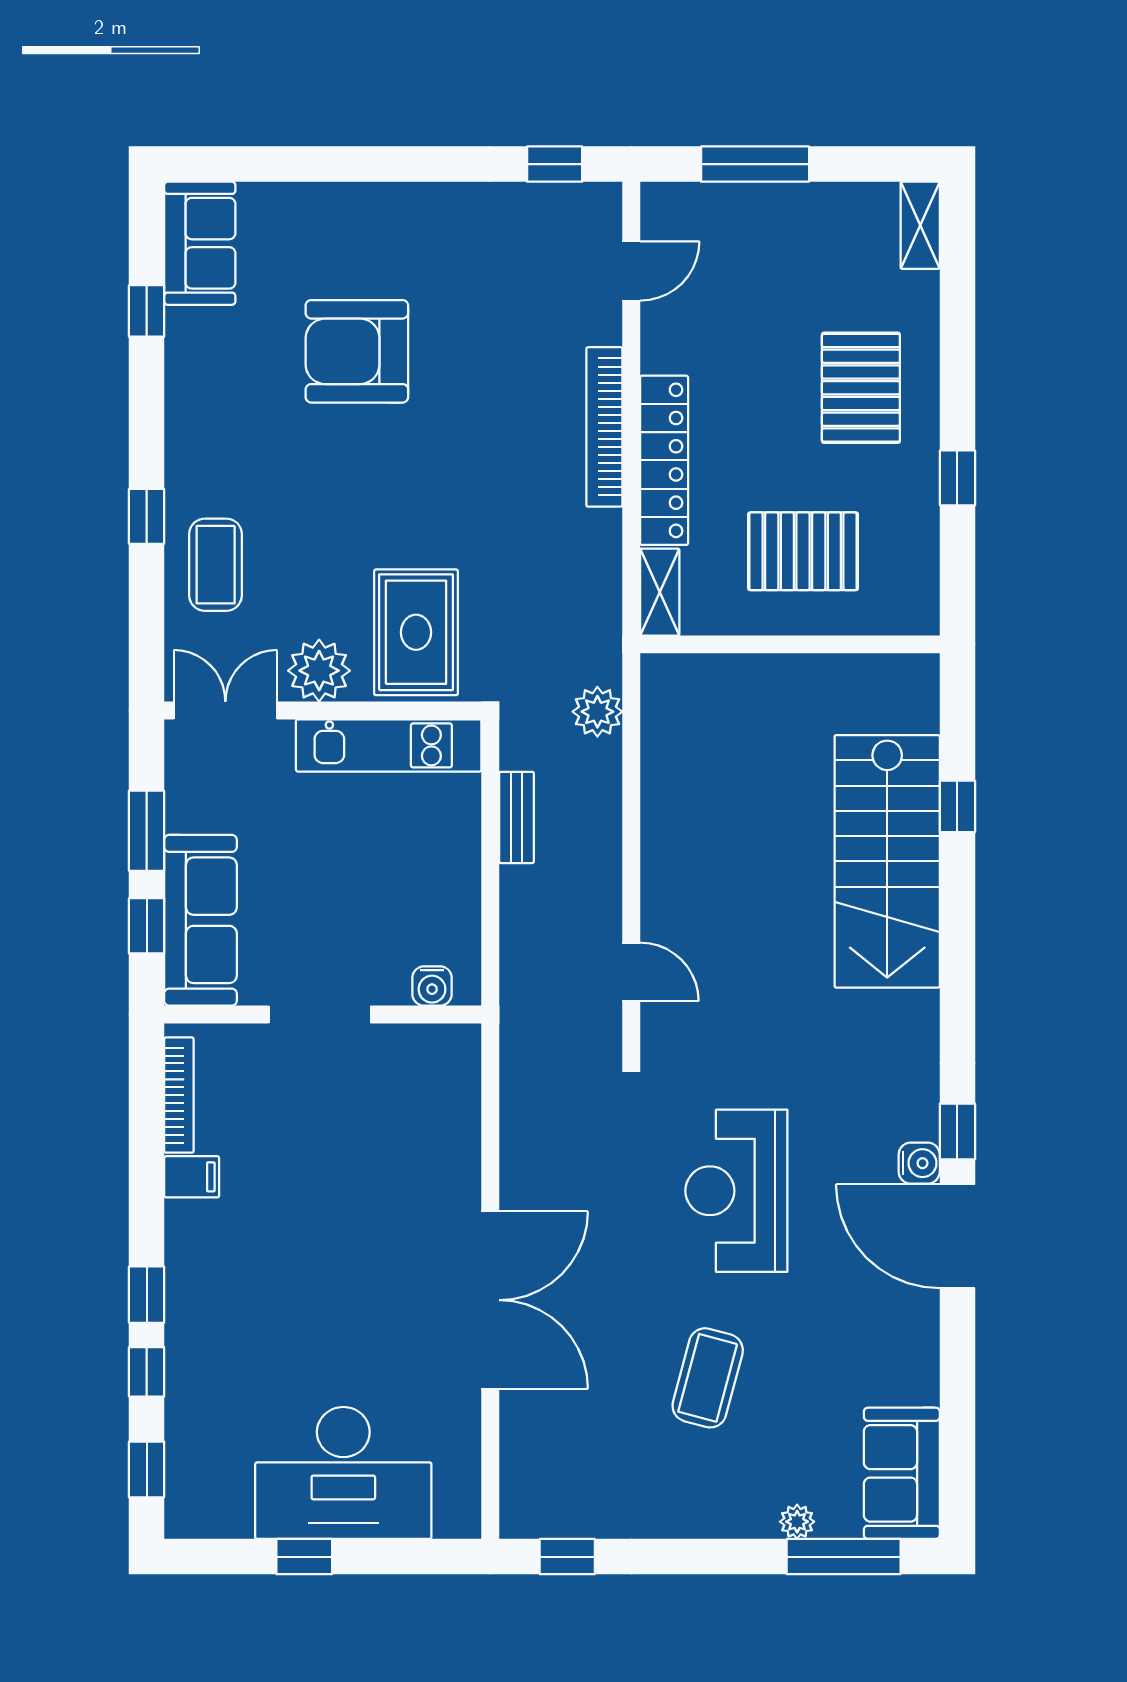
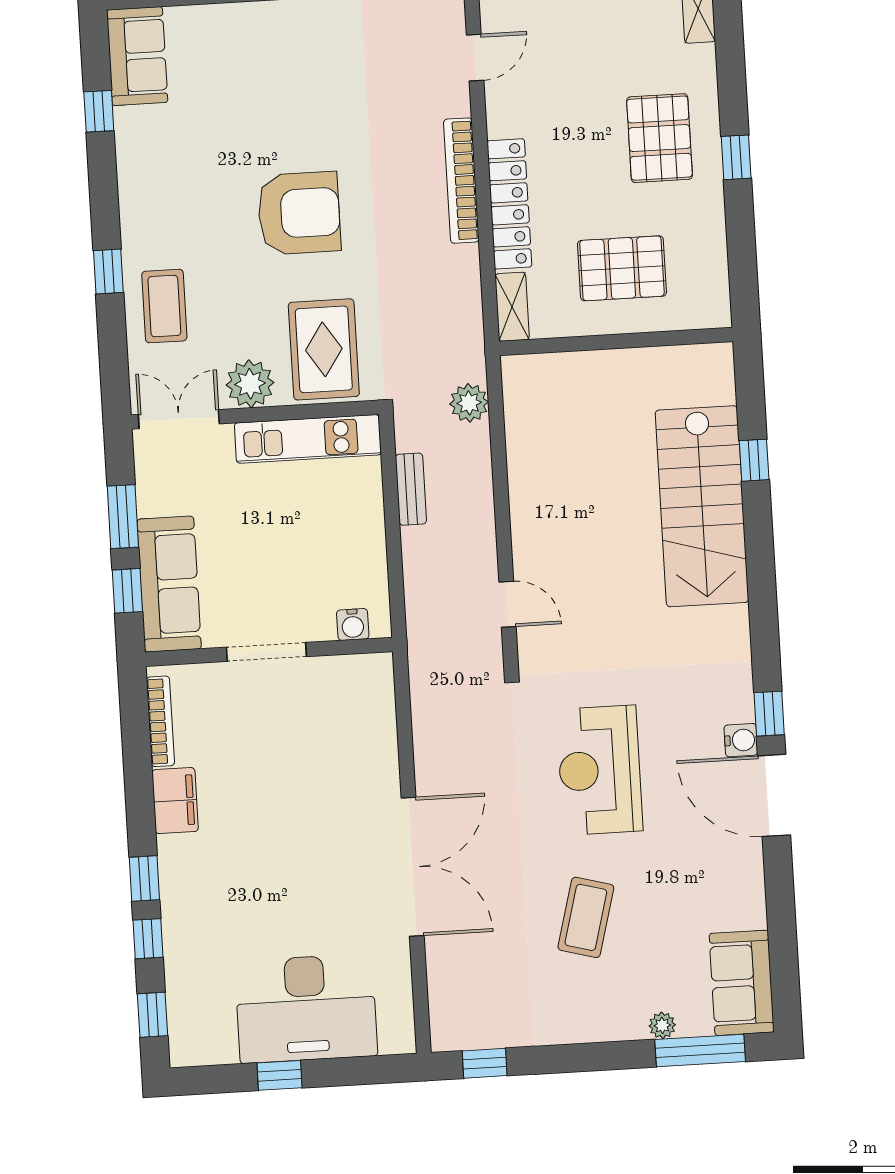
armchair: (357, 351) -> (299, 213), moved, turned 180
window: (957, 478) -> (736, 157), moved
filing cabinet: (192, 1177) -> (175, 801), width x2.00

